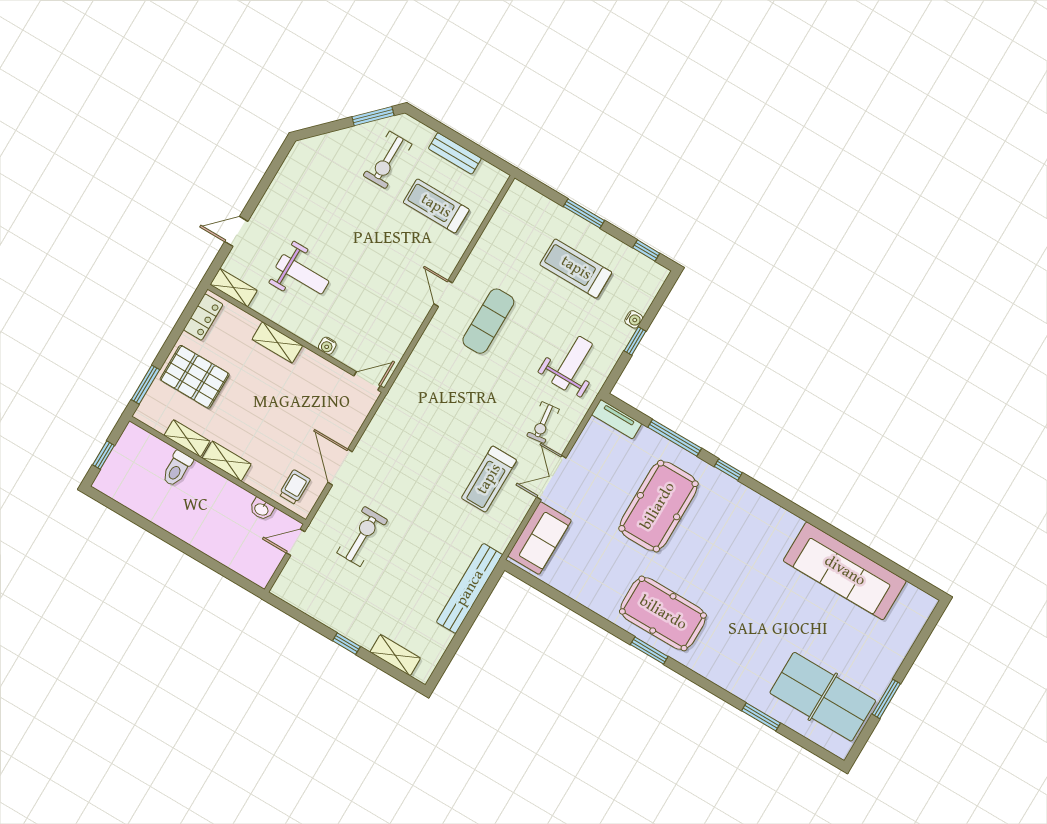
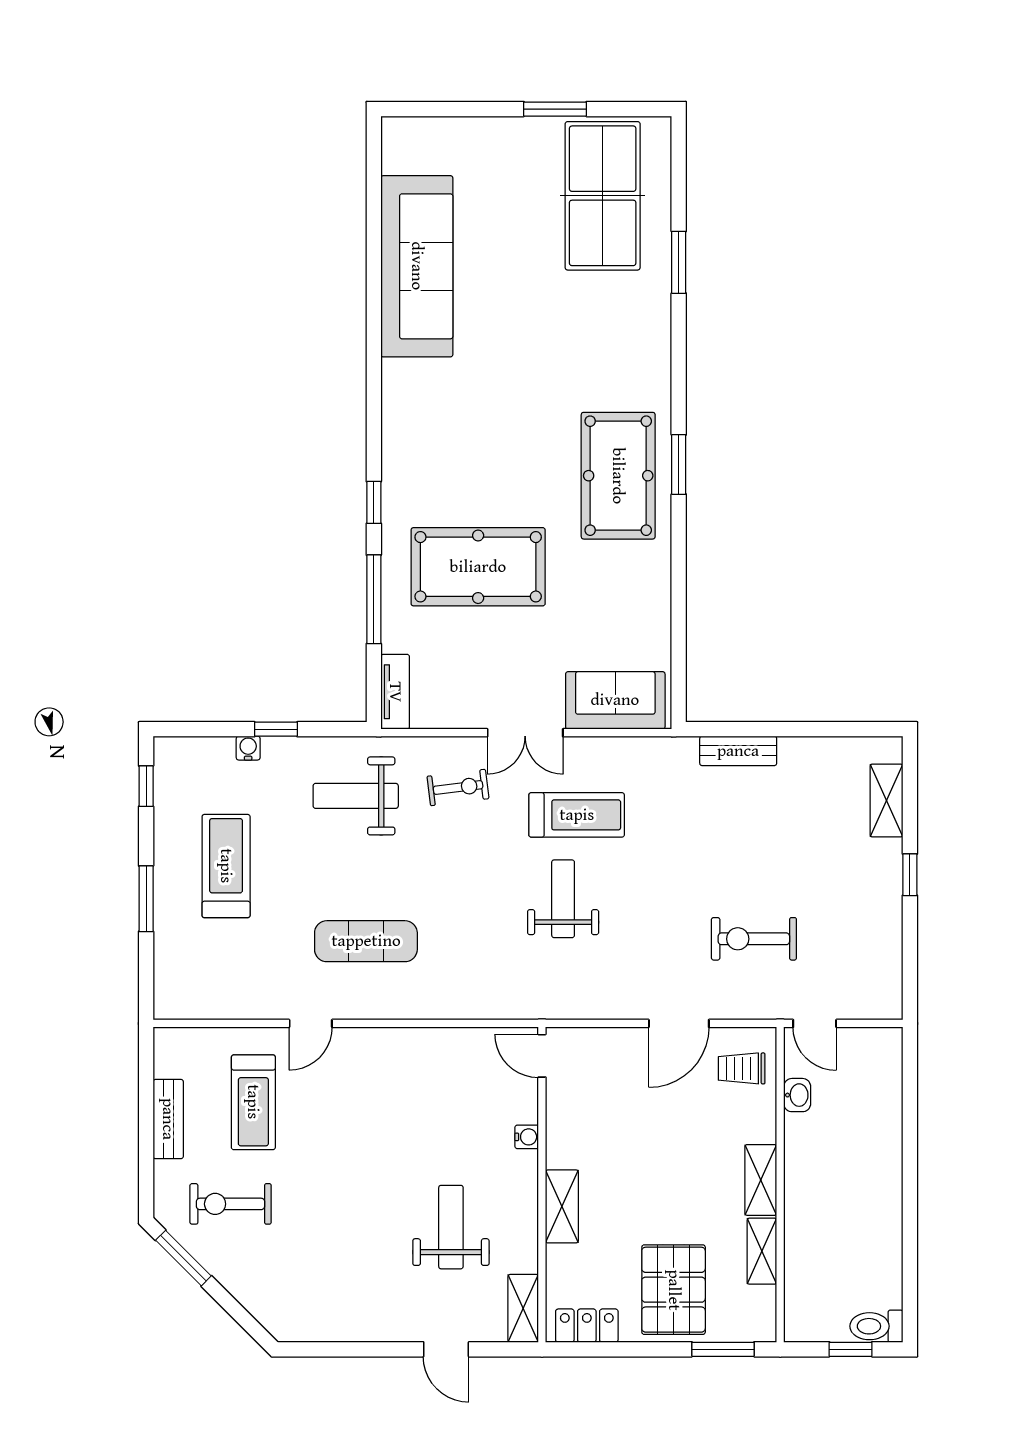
exercise bike: (387, 160) -> (231, 1204), turned 180
treadmill: (576, 268) -> (226, 866), turned 180
door: (443, 293) -> (311, 1023), moved
weight bench: (447, 444) -> (563, 899), added
toilet: (177, 469) -> (876, 1326), moved, turned 180
bench: (470, 588) -> (738, 751), width x0.54, depth x0.82

